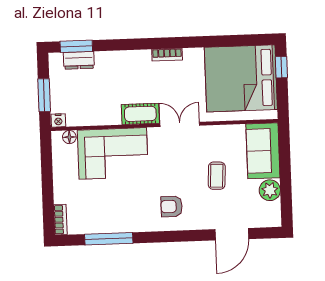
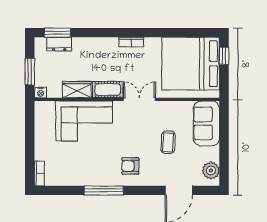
wardrobe: (103, 115) -> (77, 90), added
floor lamp: (69, 137) -> (49, 106), removed
plant: (270, 190) -> (211, 170), moved
window: (109, 239) -> (104, 190), moved

